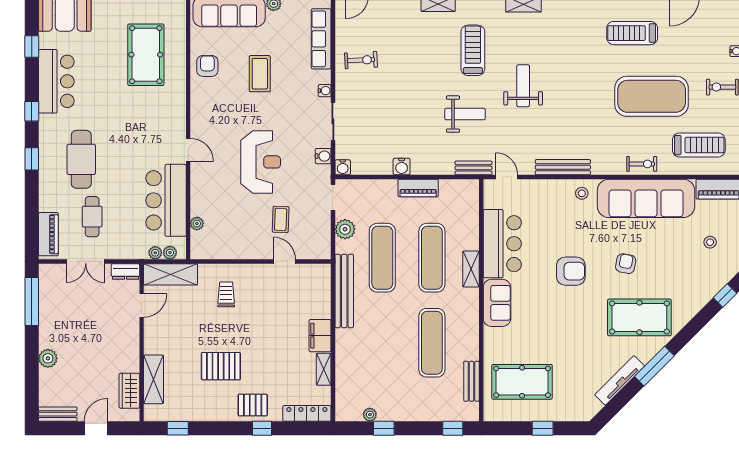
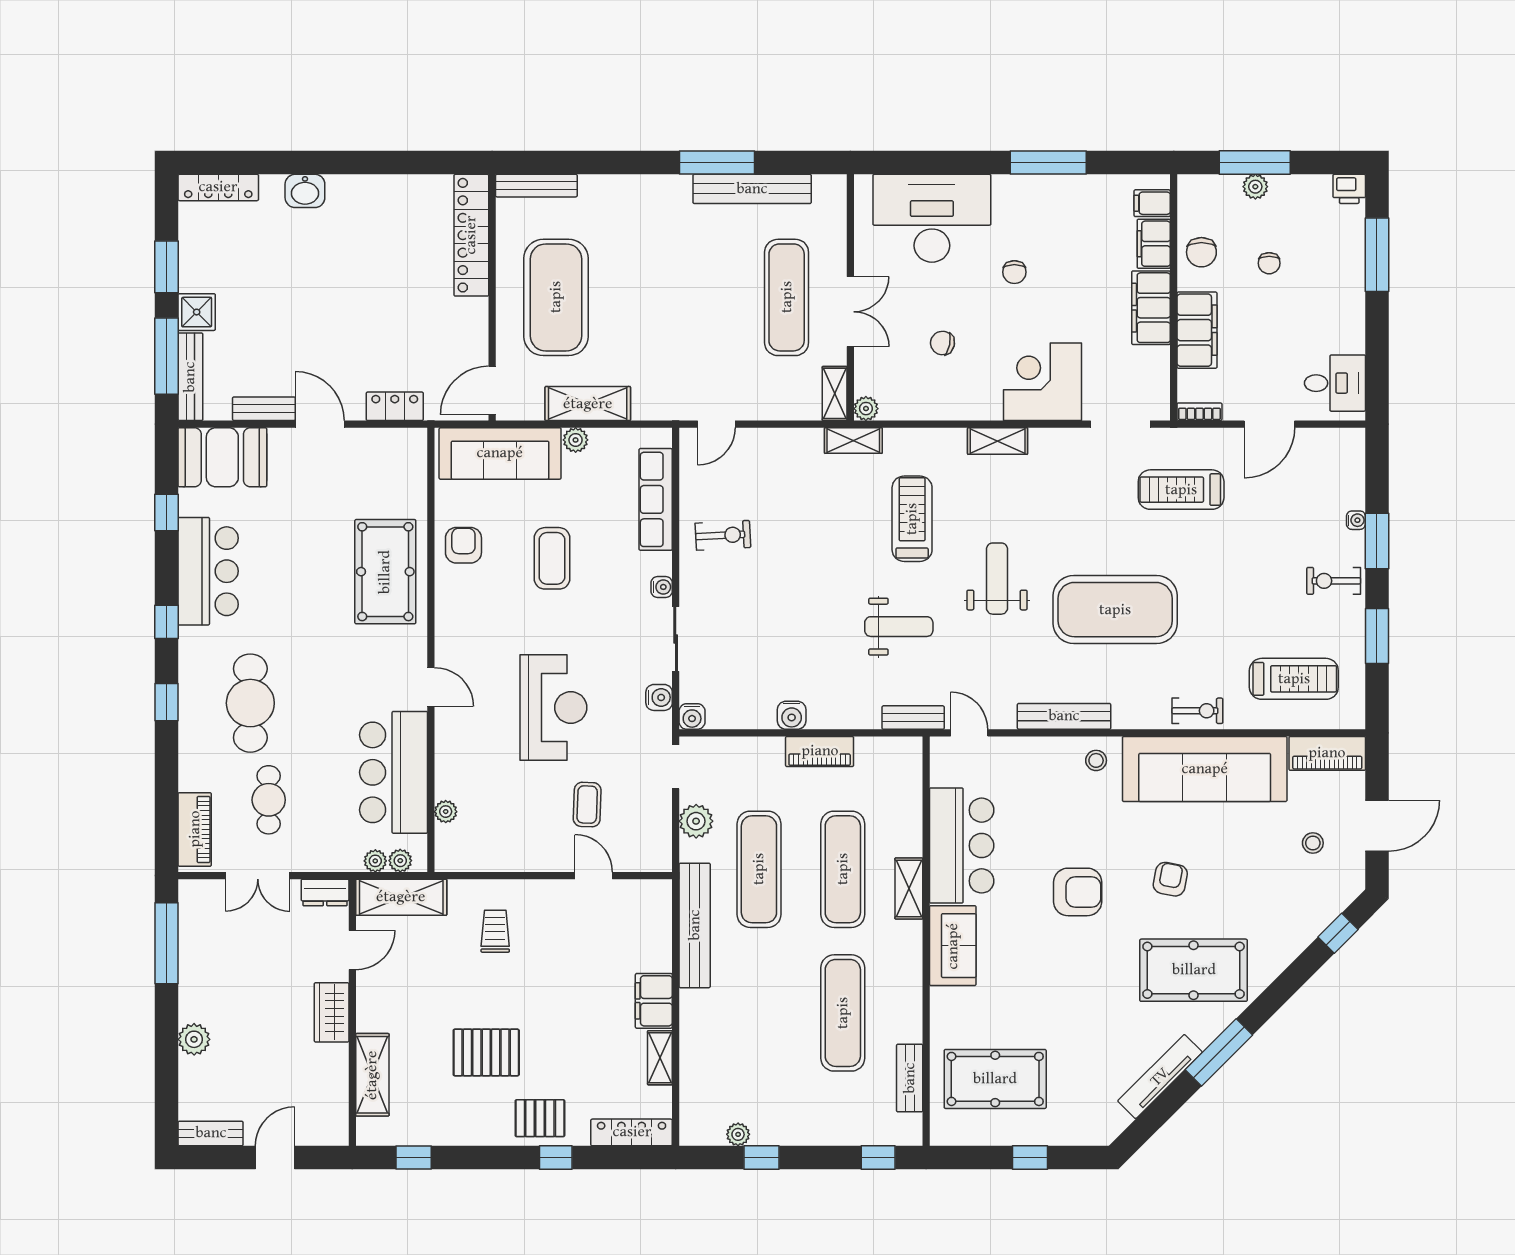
pool table: (146, 55) -> (385, 572), moved
exercise mat: (652, 96) -> (1115, 610), moved
wardrobe: (129, 391) -> (332, 1012), moved

